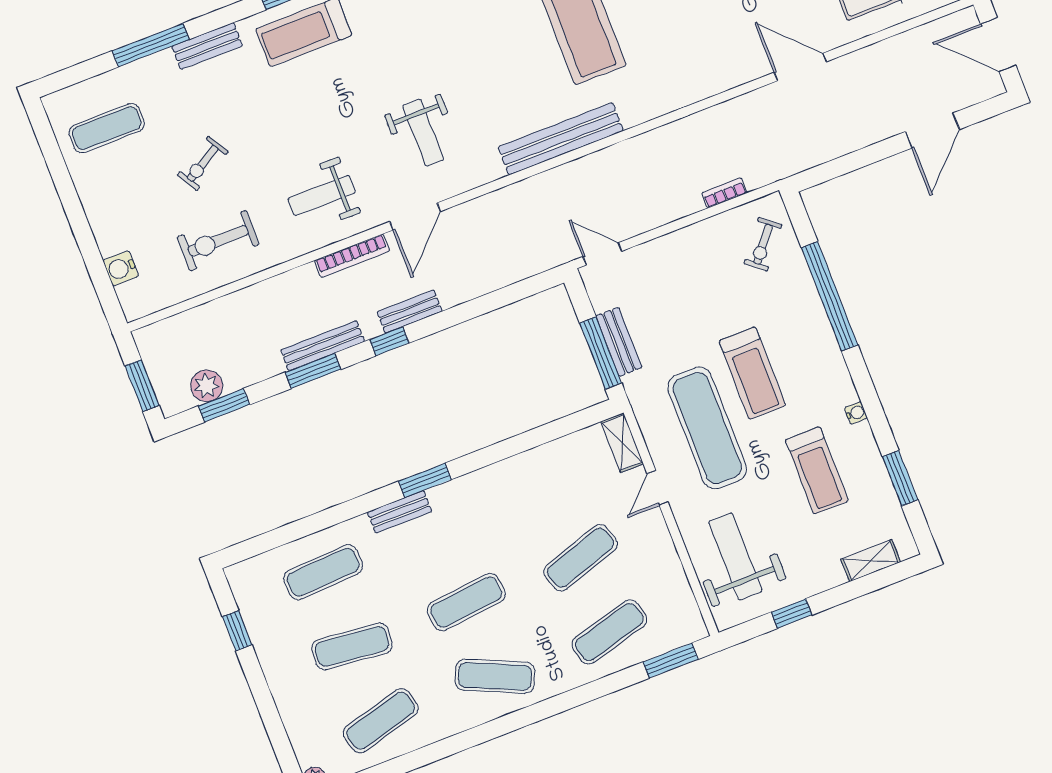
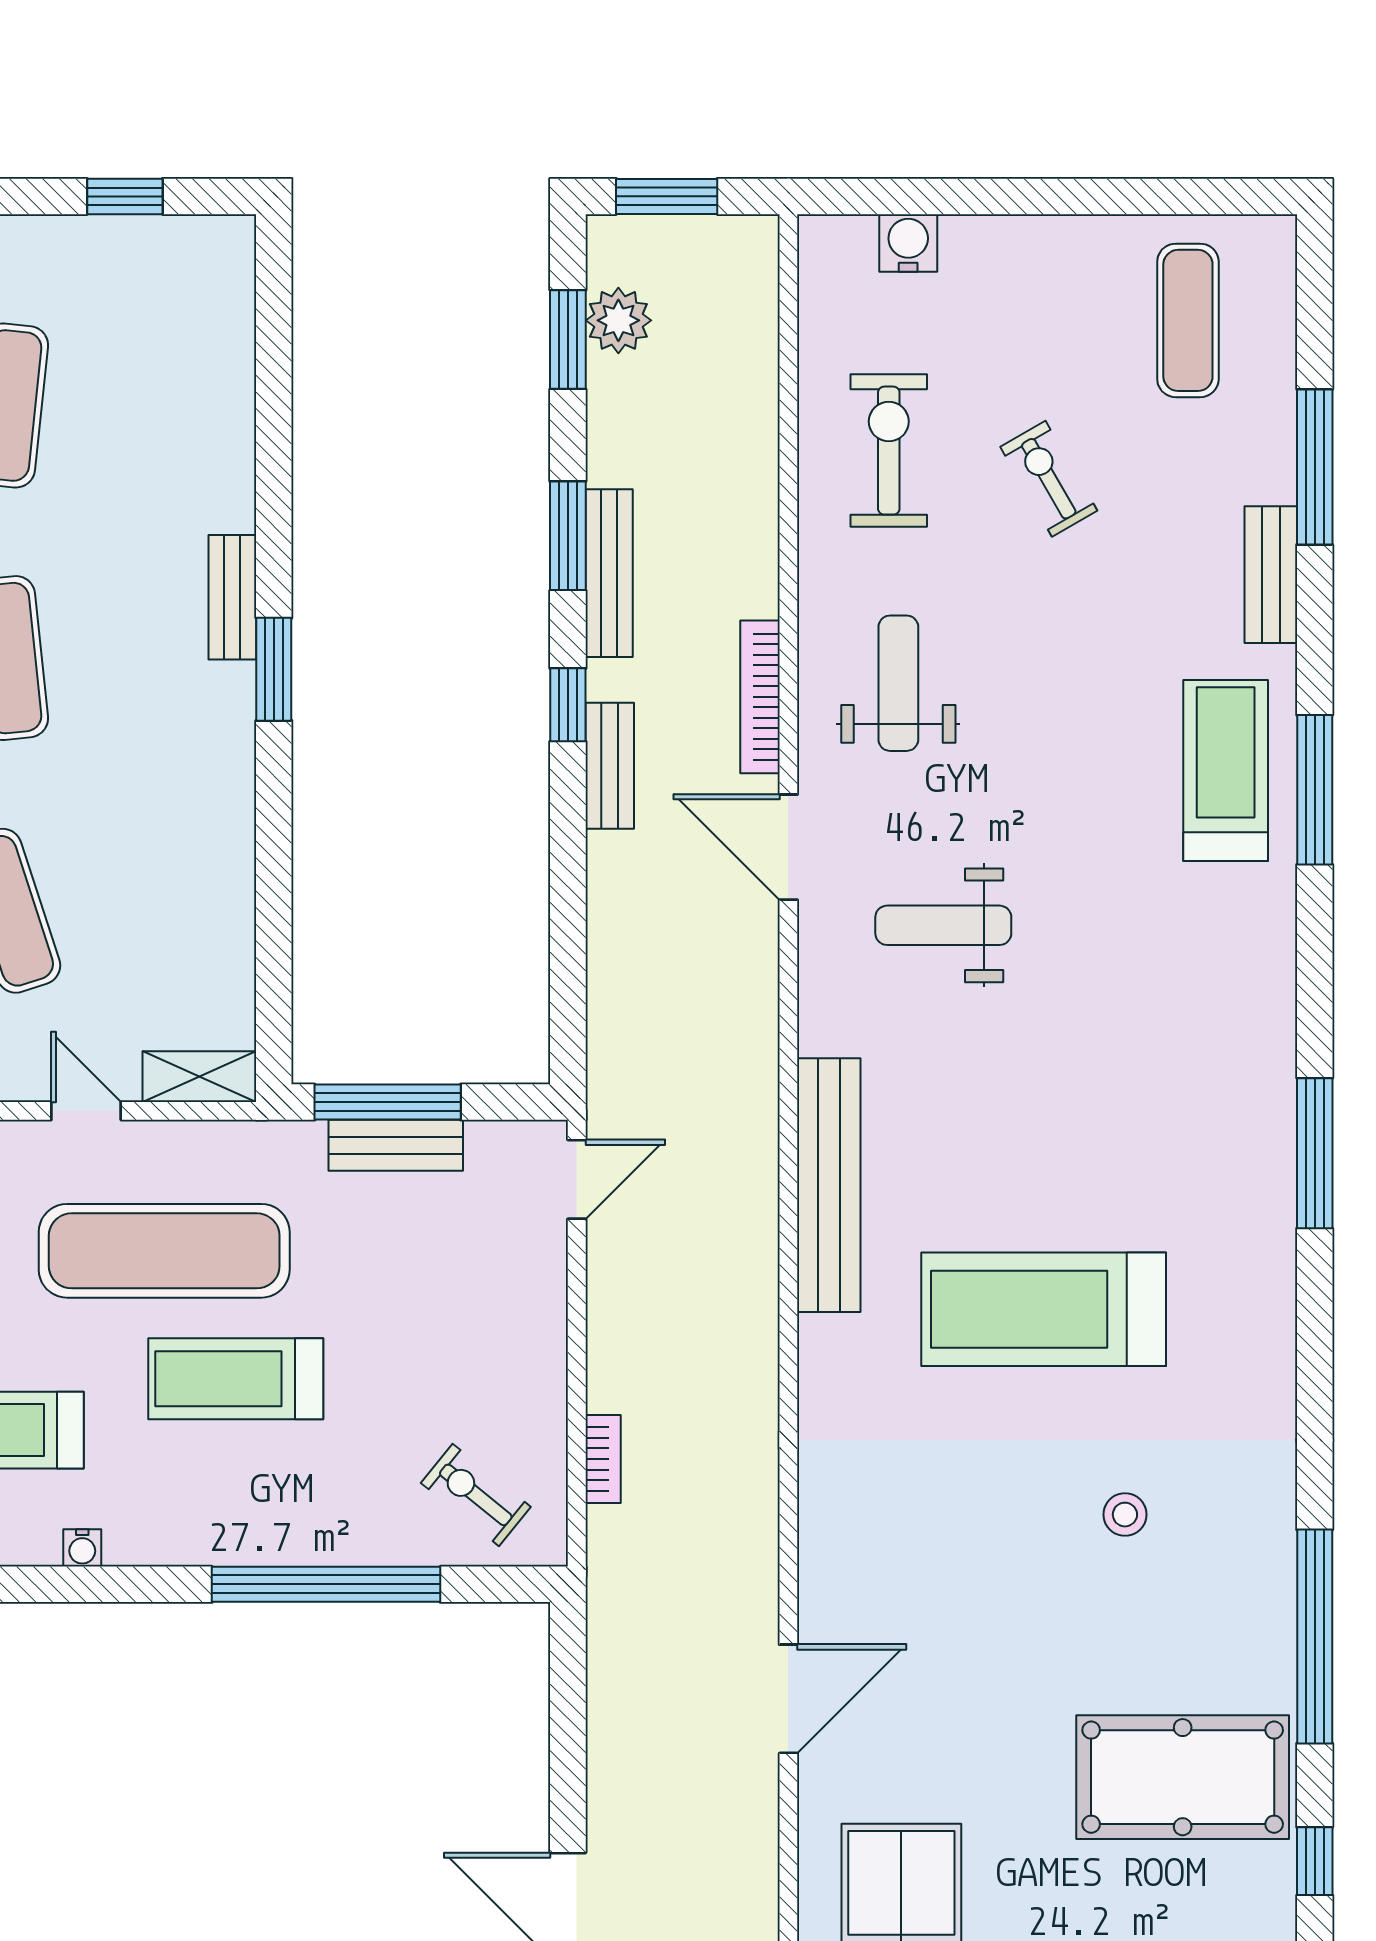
exercise mat: (323, 572) -> (173, 405), removed

